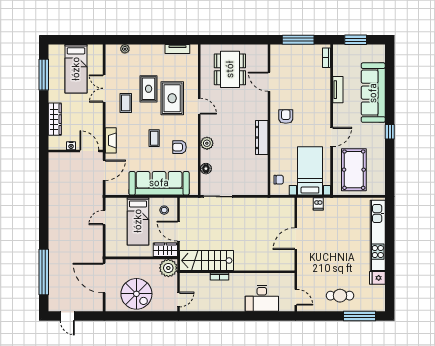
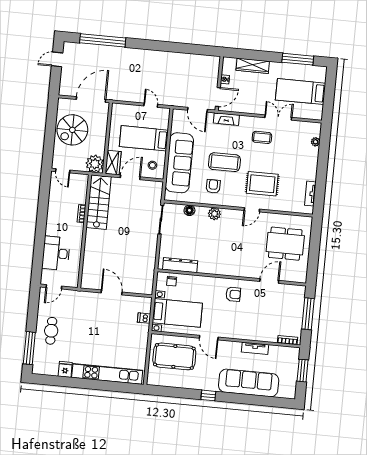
rug: (149, 89) -> (274, 161), removed
dresser: (262, 137) -> (180, 265), moved
coffee table: (154, 138) -> (224, 162), width x1.86, depth x1.72

